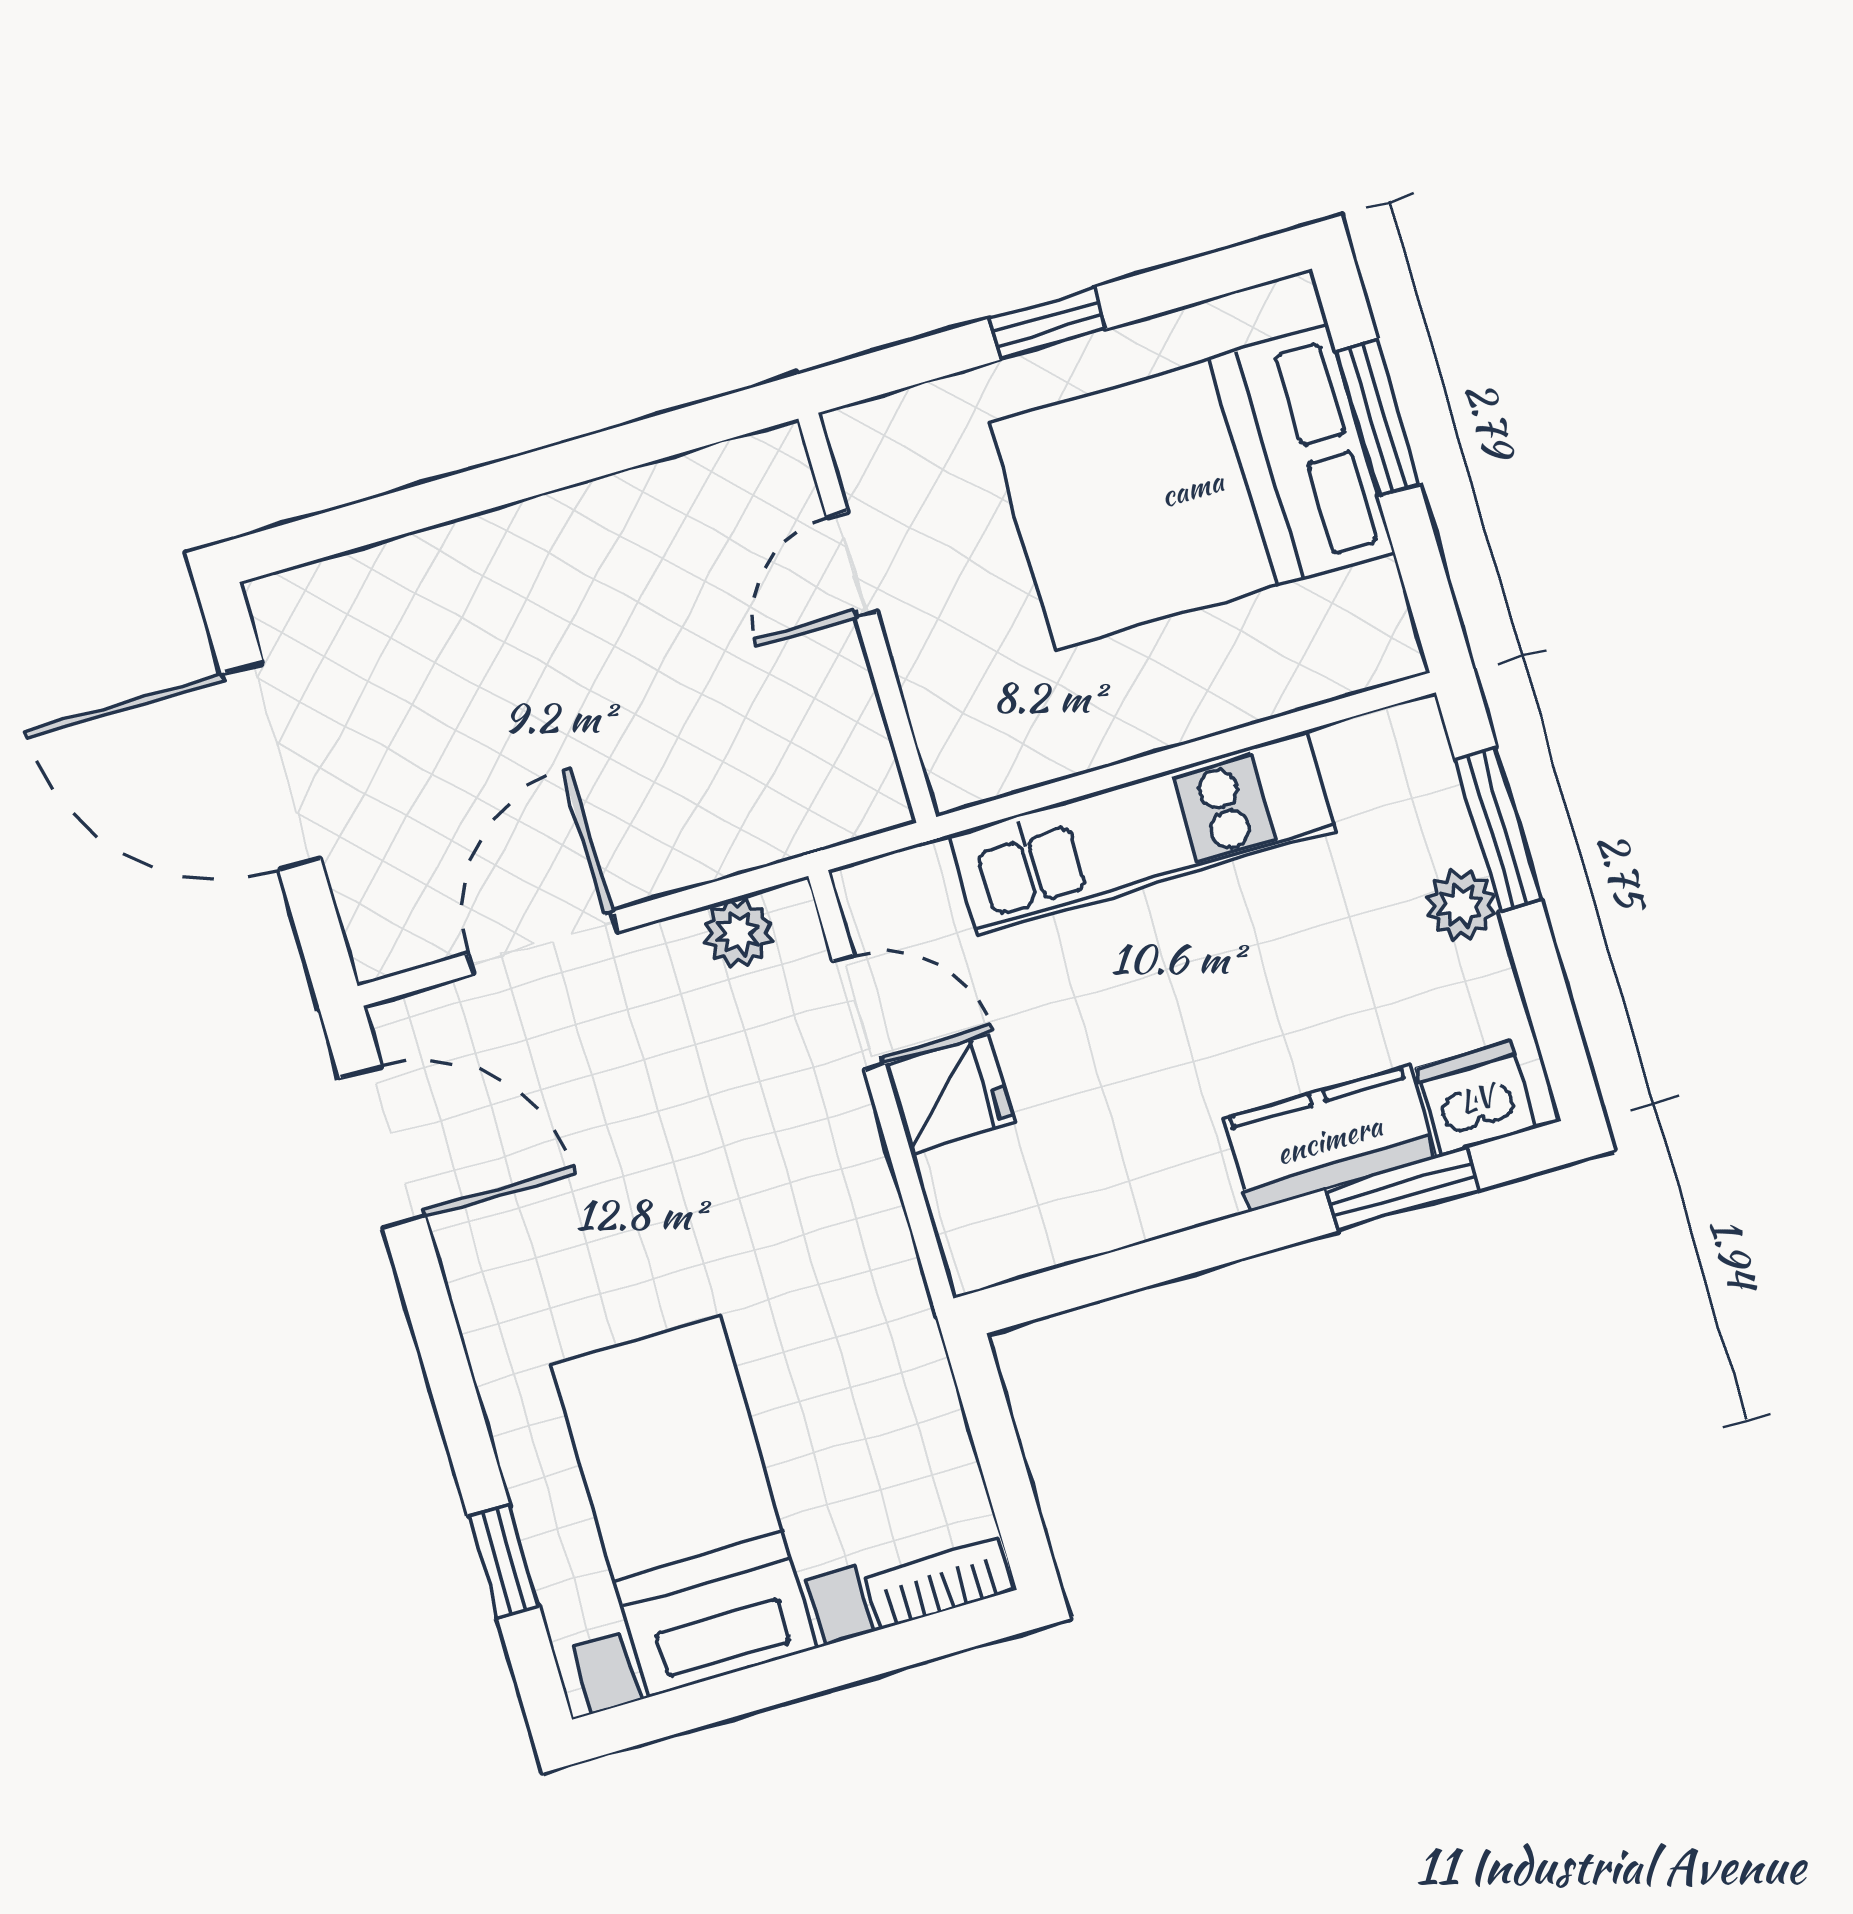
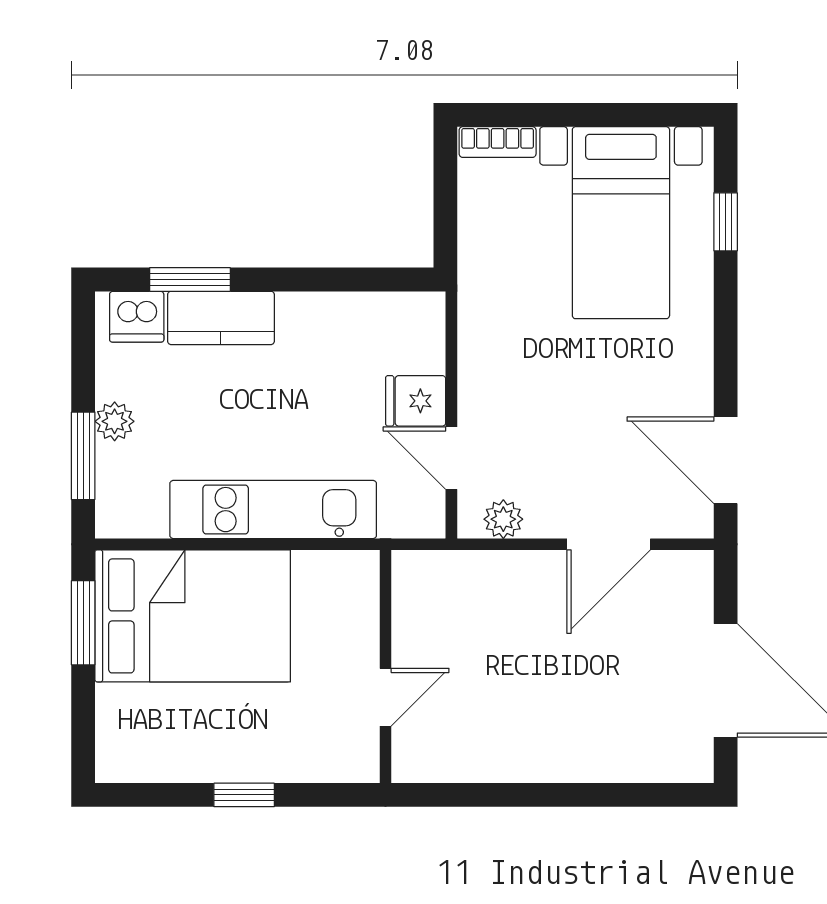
window: (1378, 418) -> (83, 623), moved
bed: (1192, 488) -> (193, 616), moved

